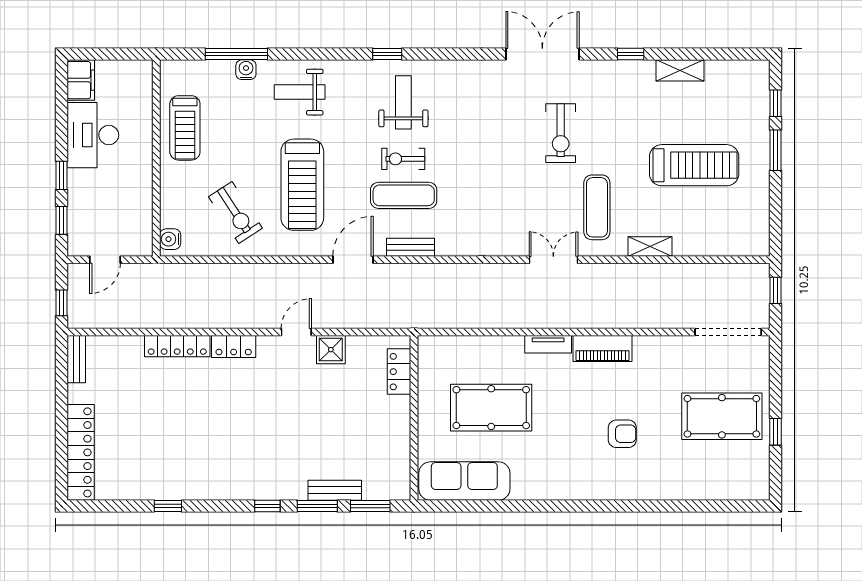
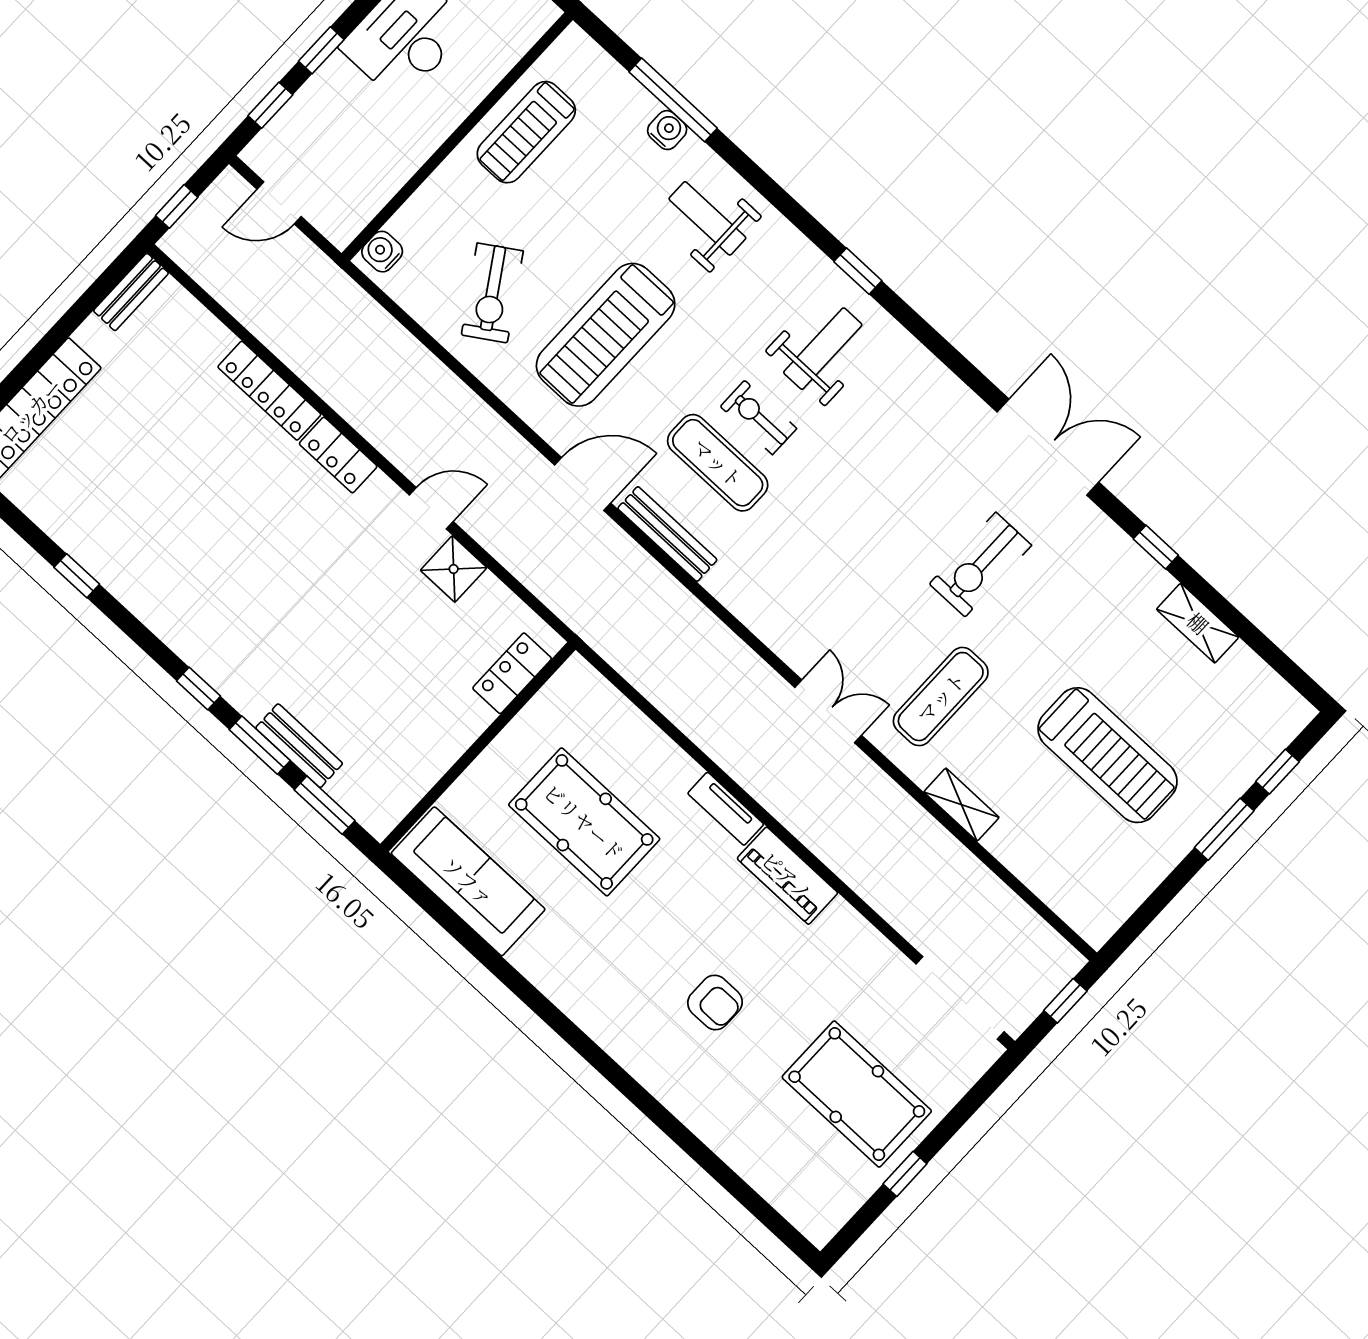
bench: (411, 247) -> (667, 534), width x1.36

